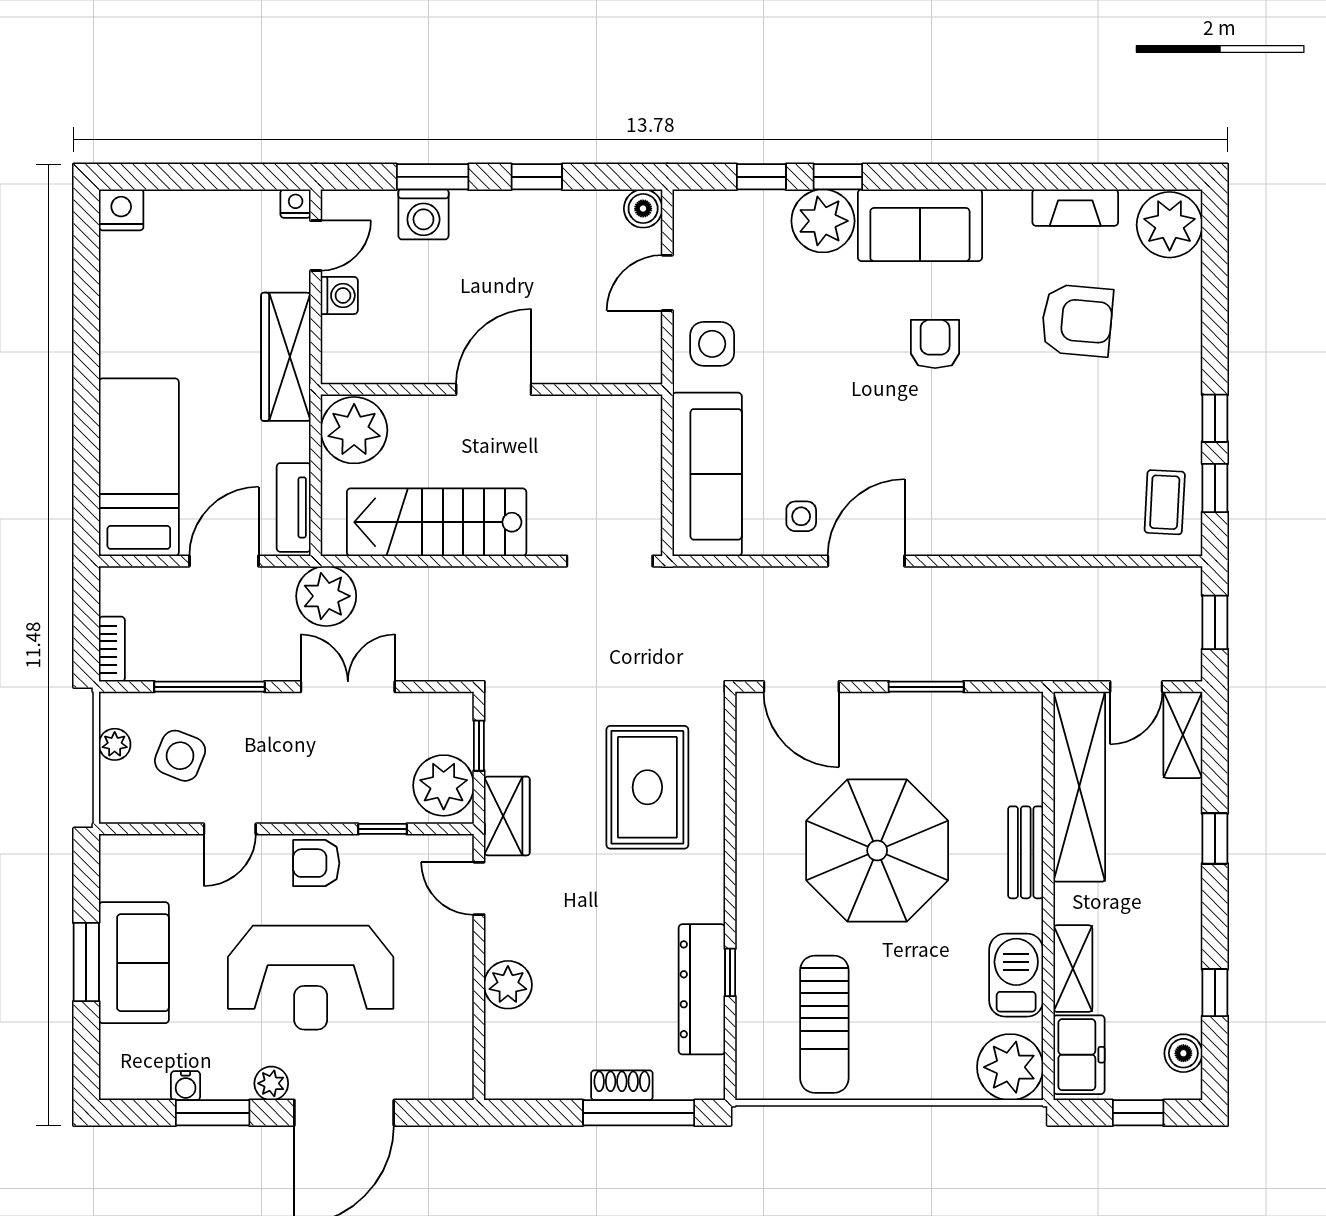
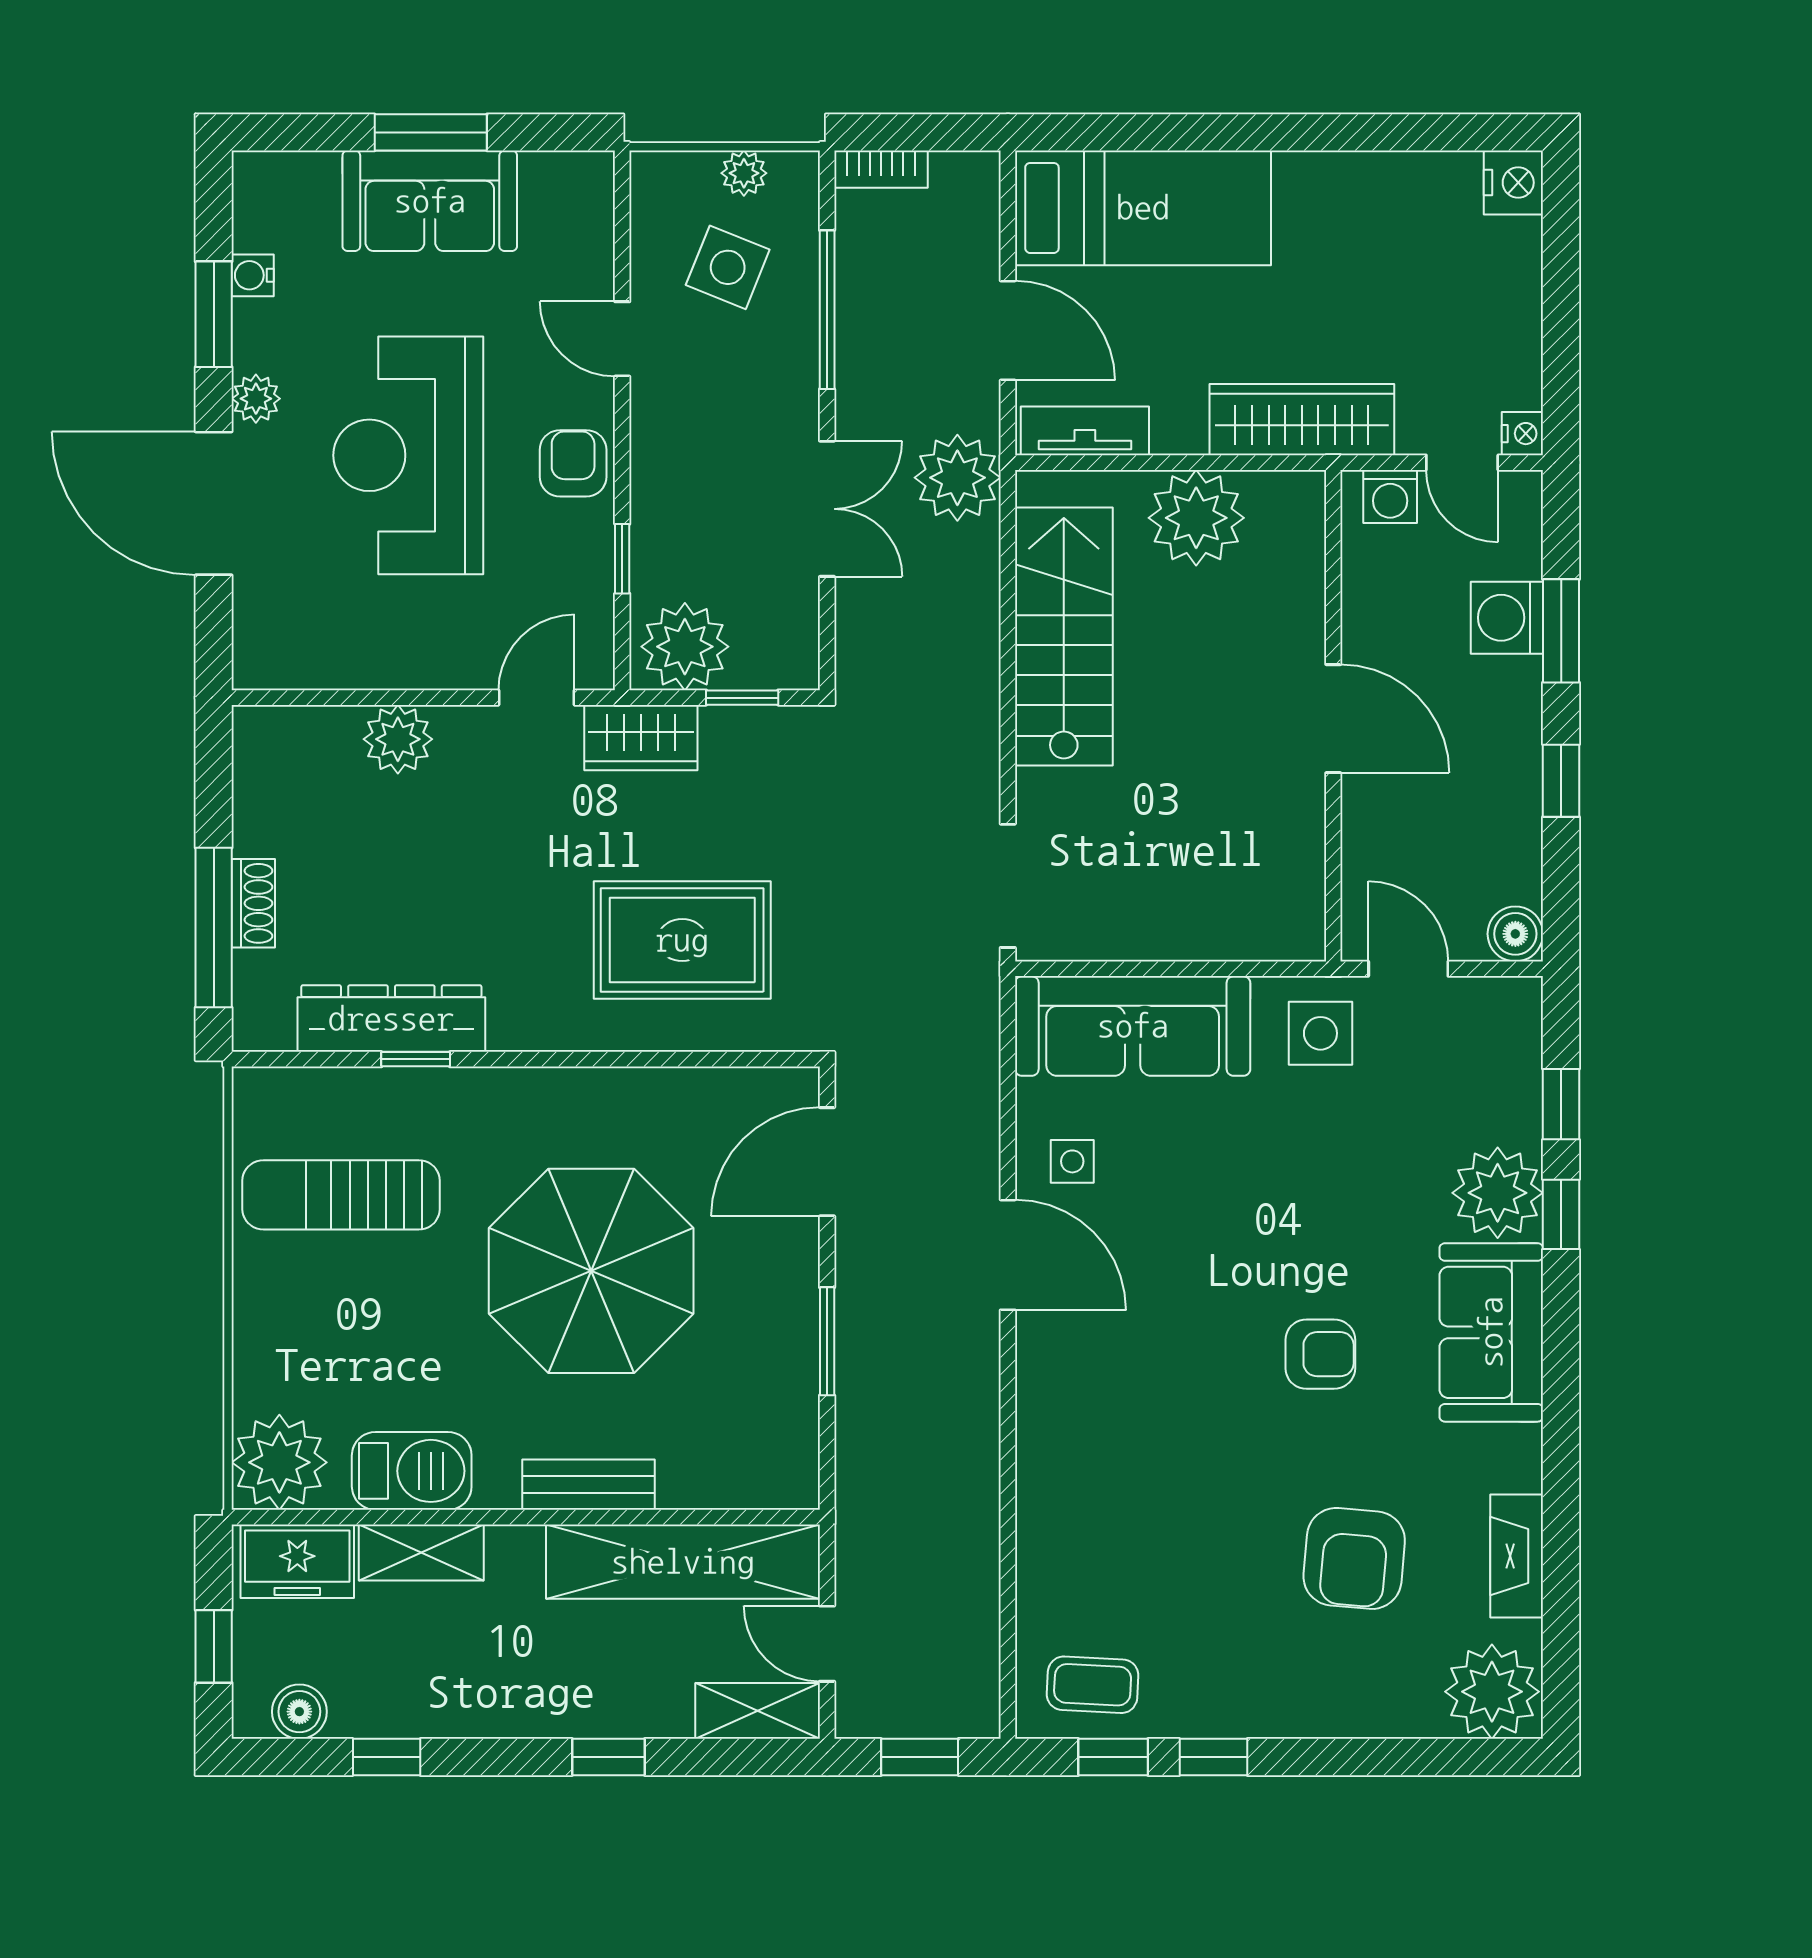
wall: (492, 389) -> (1333, 716), moved
door: (494, 389) -> (1333, 719), moved

